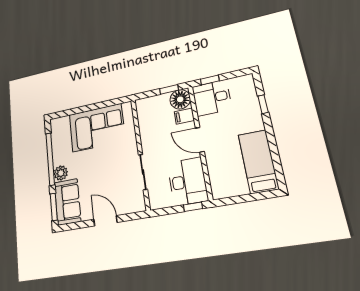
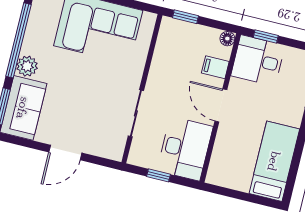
window: (169, 89) -> (186, 17), moved
floor lamp: (180, 99) -> (227, 39), width x0.53, depth x0.53
window: (193, 207) -> (159, 175), moved
door: (105, 221) -> (65, 153), swing flipped

